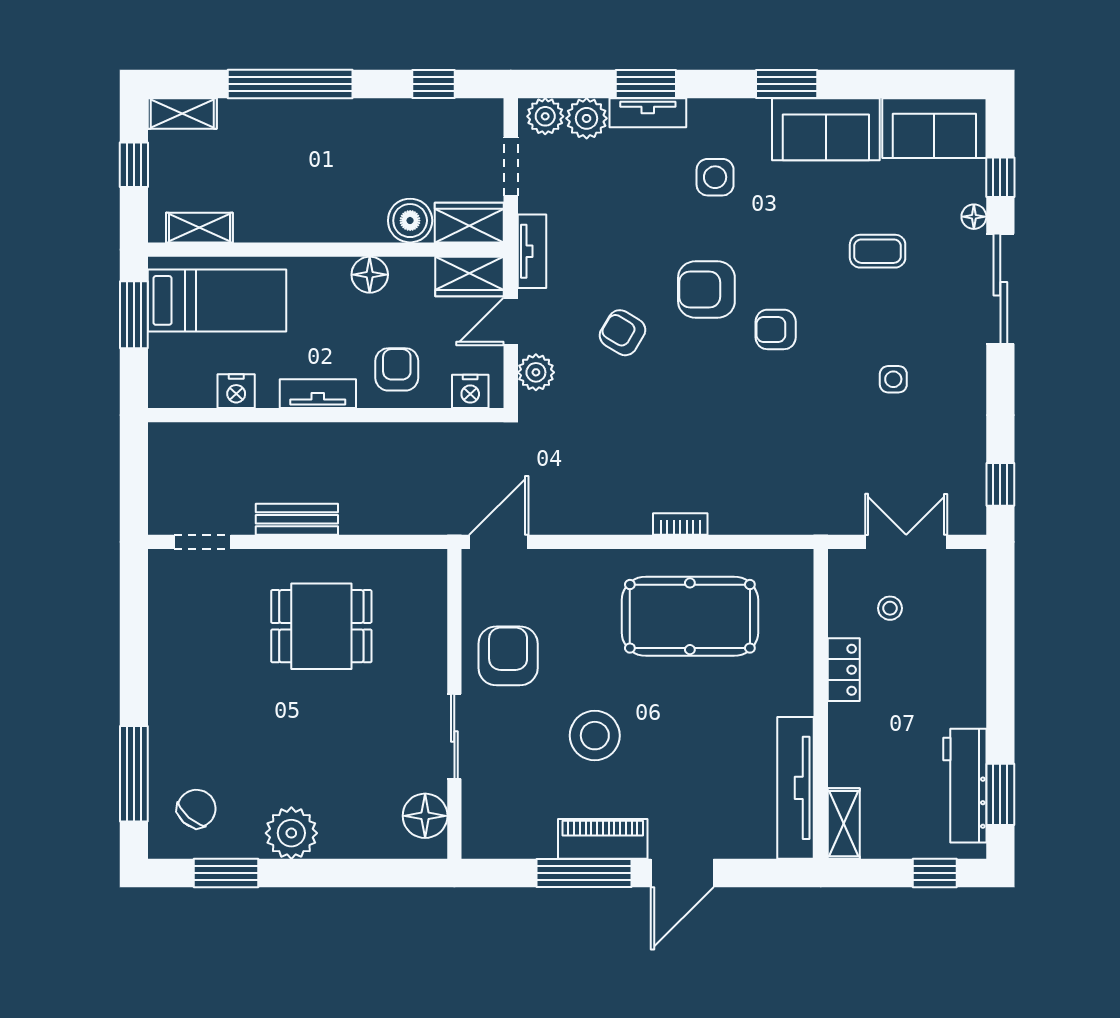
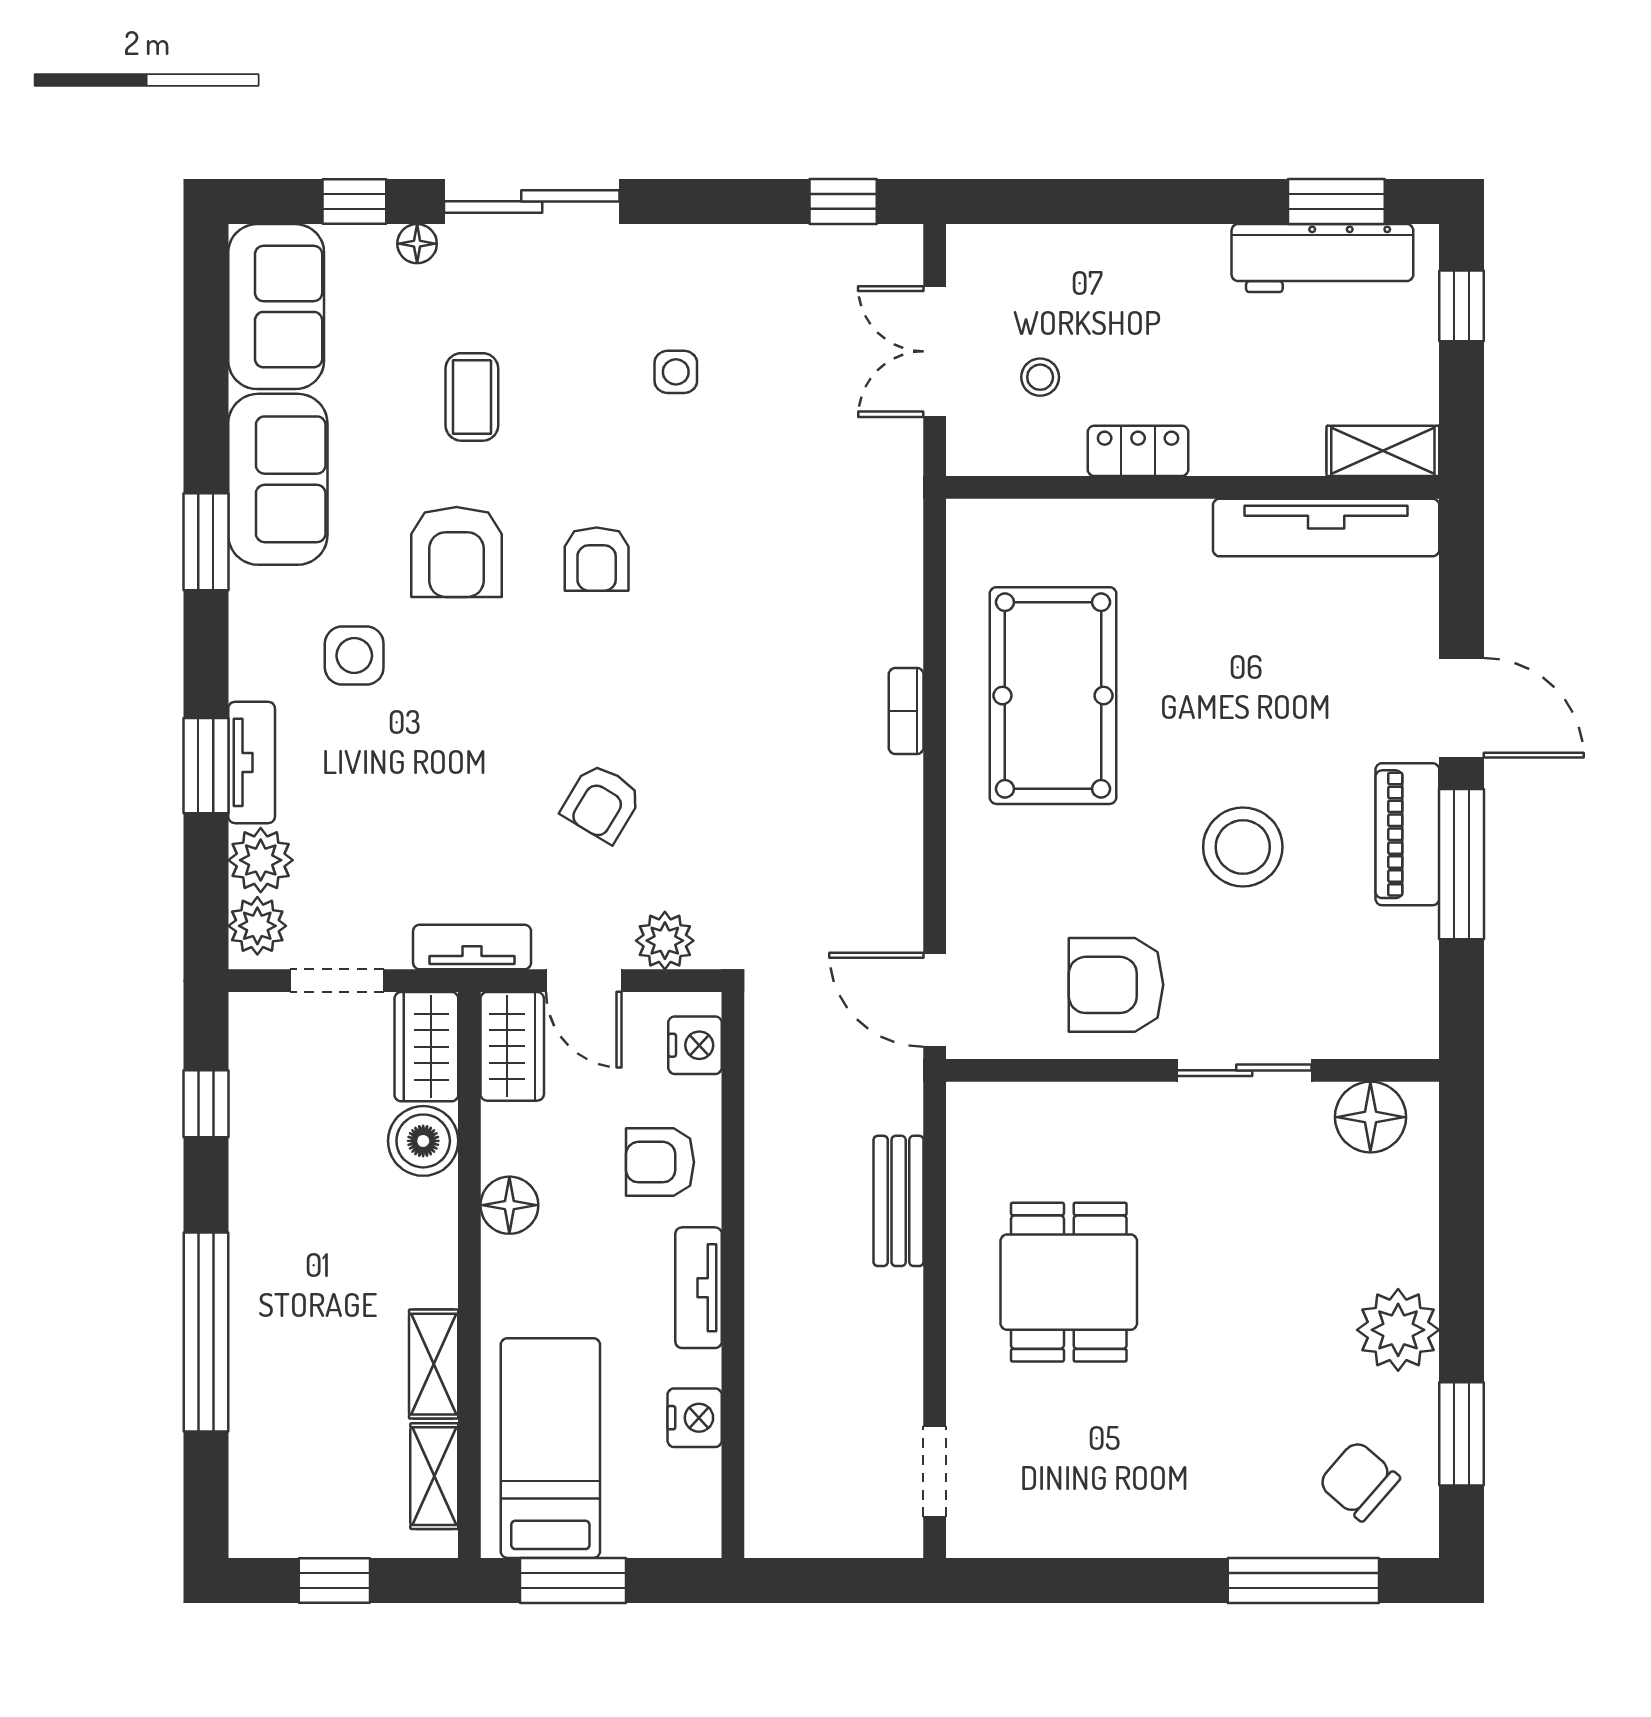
shelving: (182, 114) -> (434, 1364), moved
armchair: (706, 290) -> (456, 552), moved
bench: (297, 519) -> (899, 1201), moved

